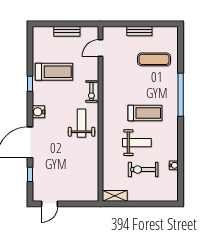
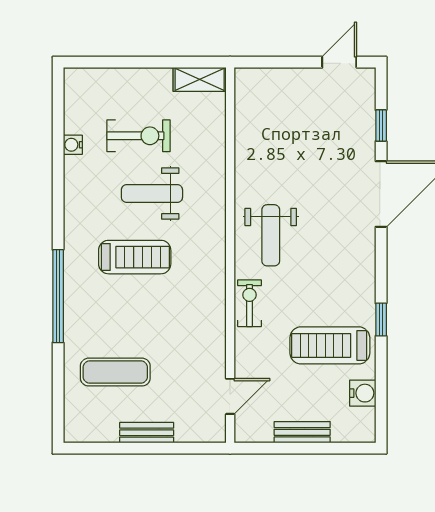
water cooler: (39, 112) -> (363, 393), moved
treadmill: (145, 113) -> (135, 257), turned 180

